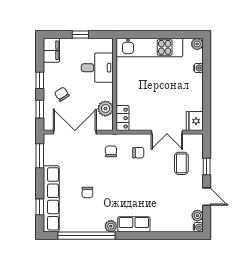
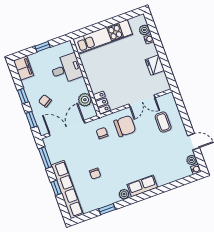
plant: (197, 44) -> (144, 30), moved
fridge: (195, 121) -> (155, 65), moved
chair: (138, 153) -> (125, 126), width x1.87, depth x1.87
window: (207, 166) -> (185, 117), removed
window: (40, 207) -> (56, 188), moved
window: (86, 236) -> (107, 209), width x0.32

